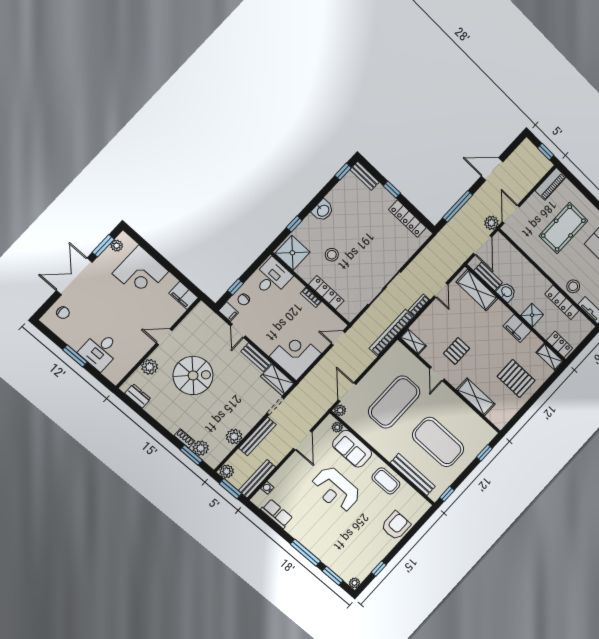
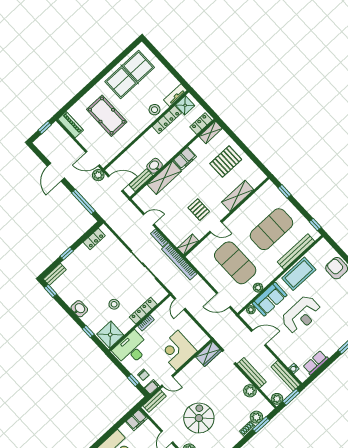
locker: (407, 219) -> (94, 239), width x0.66
desk: (272, 277) -> (131, 349), width x1.37
shelving: (477, 290) -> (164, 178), moved
shower: (532, 315) -> (185, 105), moved
corner desk: (295, 355) -> (177, 350), moved
bench: (256, 357) -> (154, 401), moved
plant: (340, 410) -> (258, 288), moved
coffee table: (386, 481) -> (299, 274), width x1.36, depth x1.32

